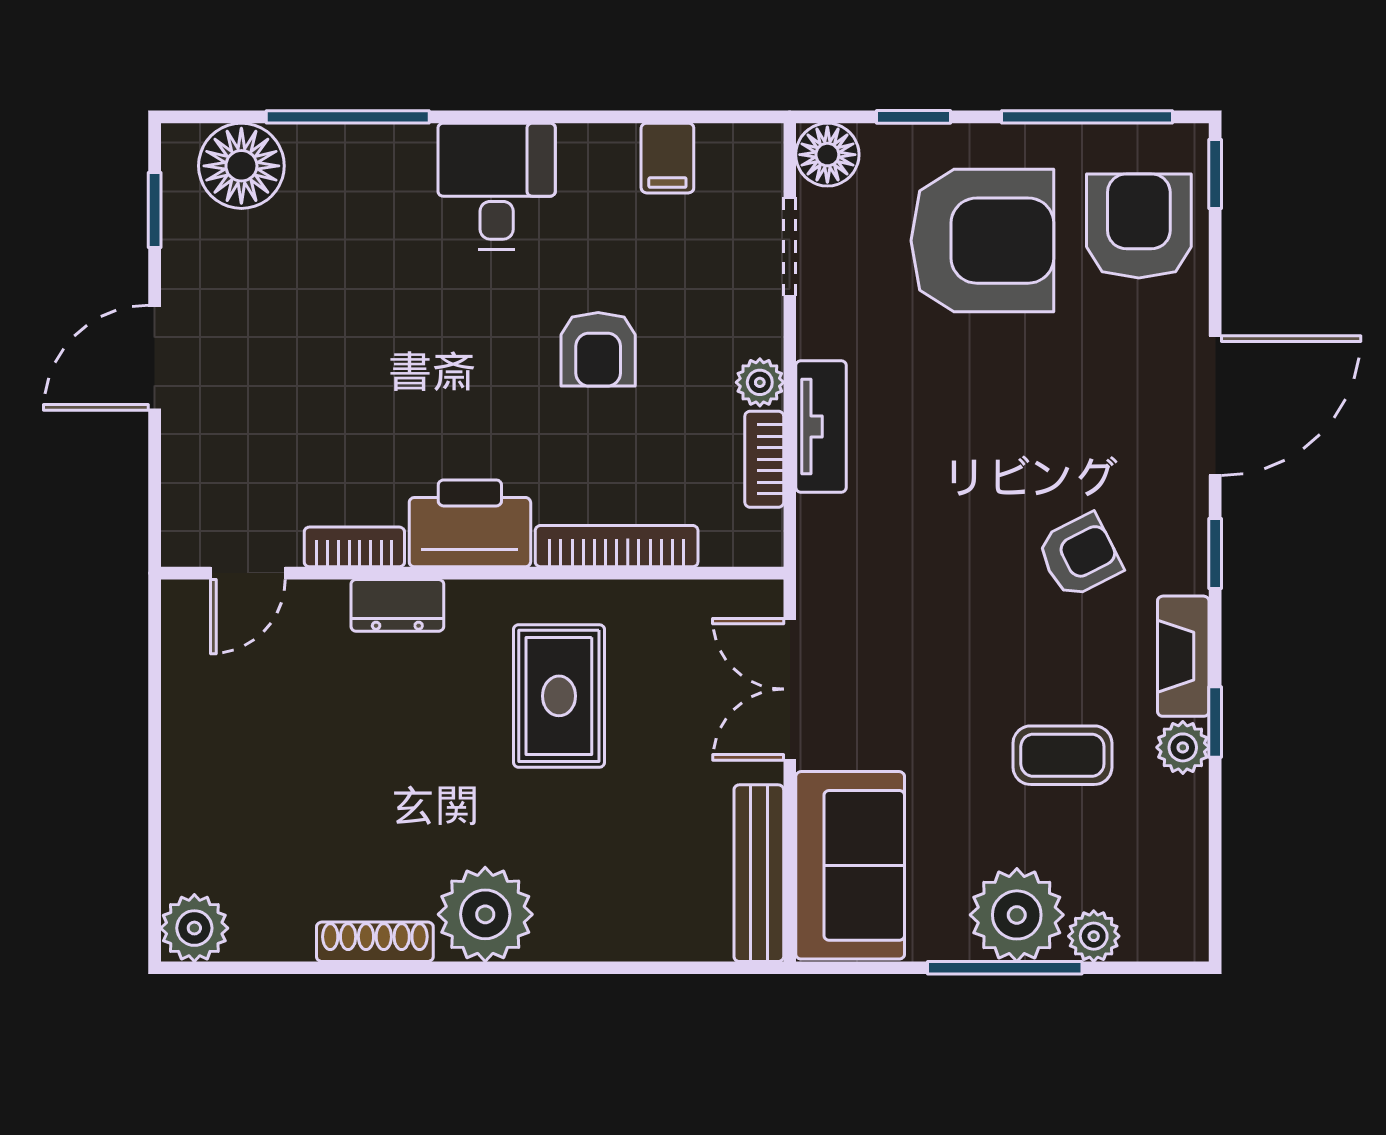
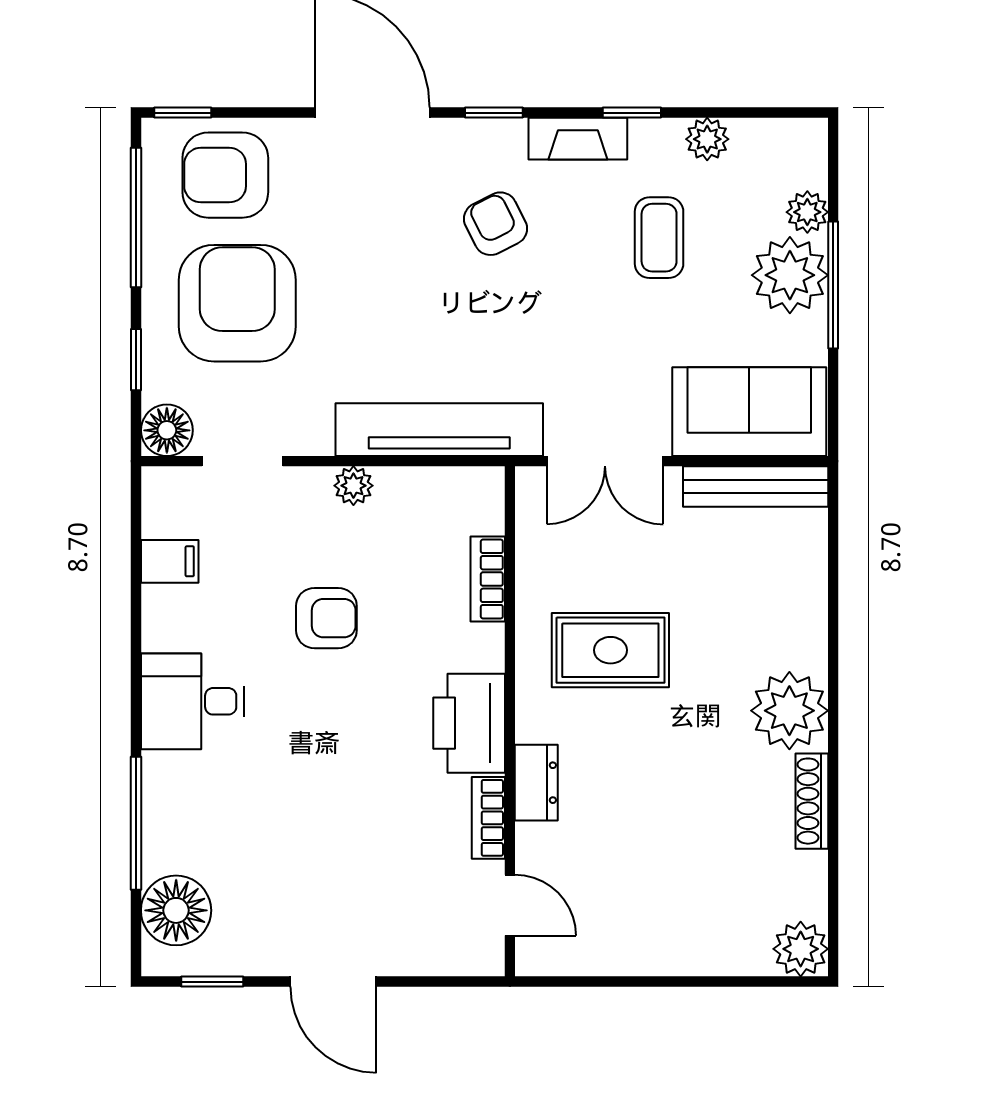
tv unit: (821, 426) -> (439, 430), width x1.92, depth x1.29
bookcase: (764, 459) -> (416, 482), removed
bookcase: (617, 546) -> (488, 579), width x0.64
plant: (1183, 747) -> (707, 139), moved

